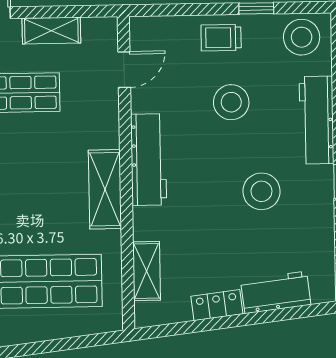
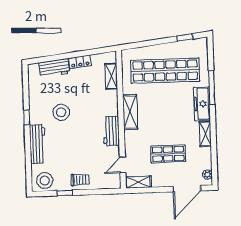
shelving: (51, 31) -> (138, 182), moved
stool: (231, 102) -> (75, 151), removed
workbench: (149, 160) -> (111, 131), width x0.73

